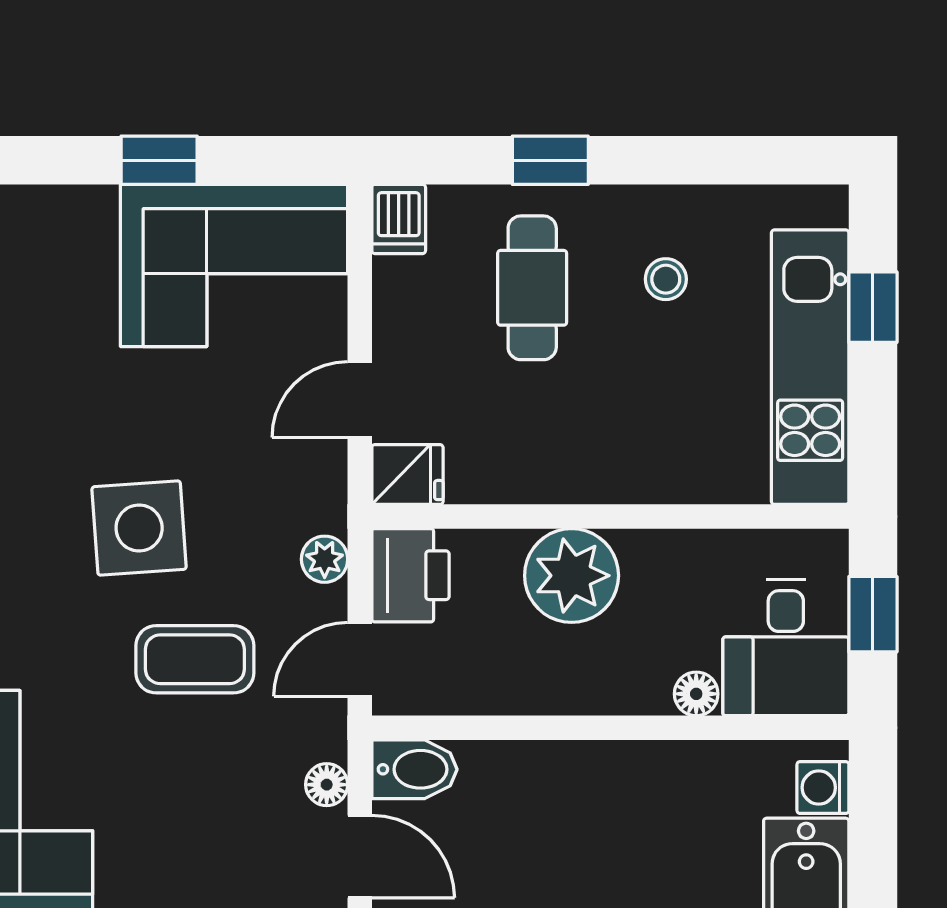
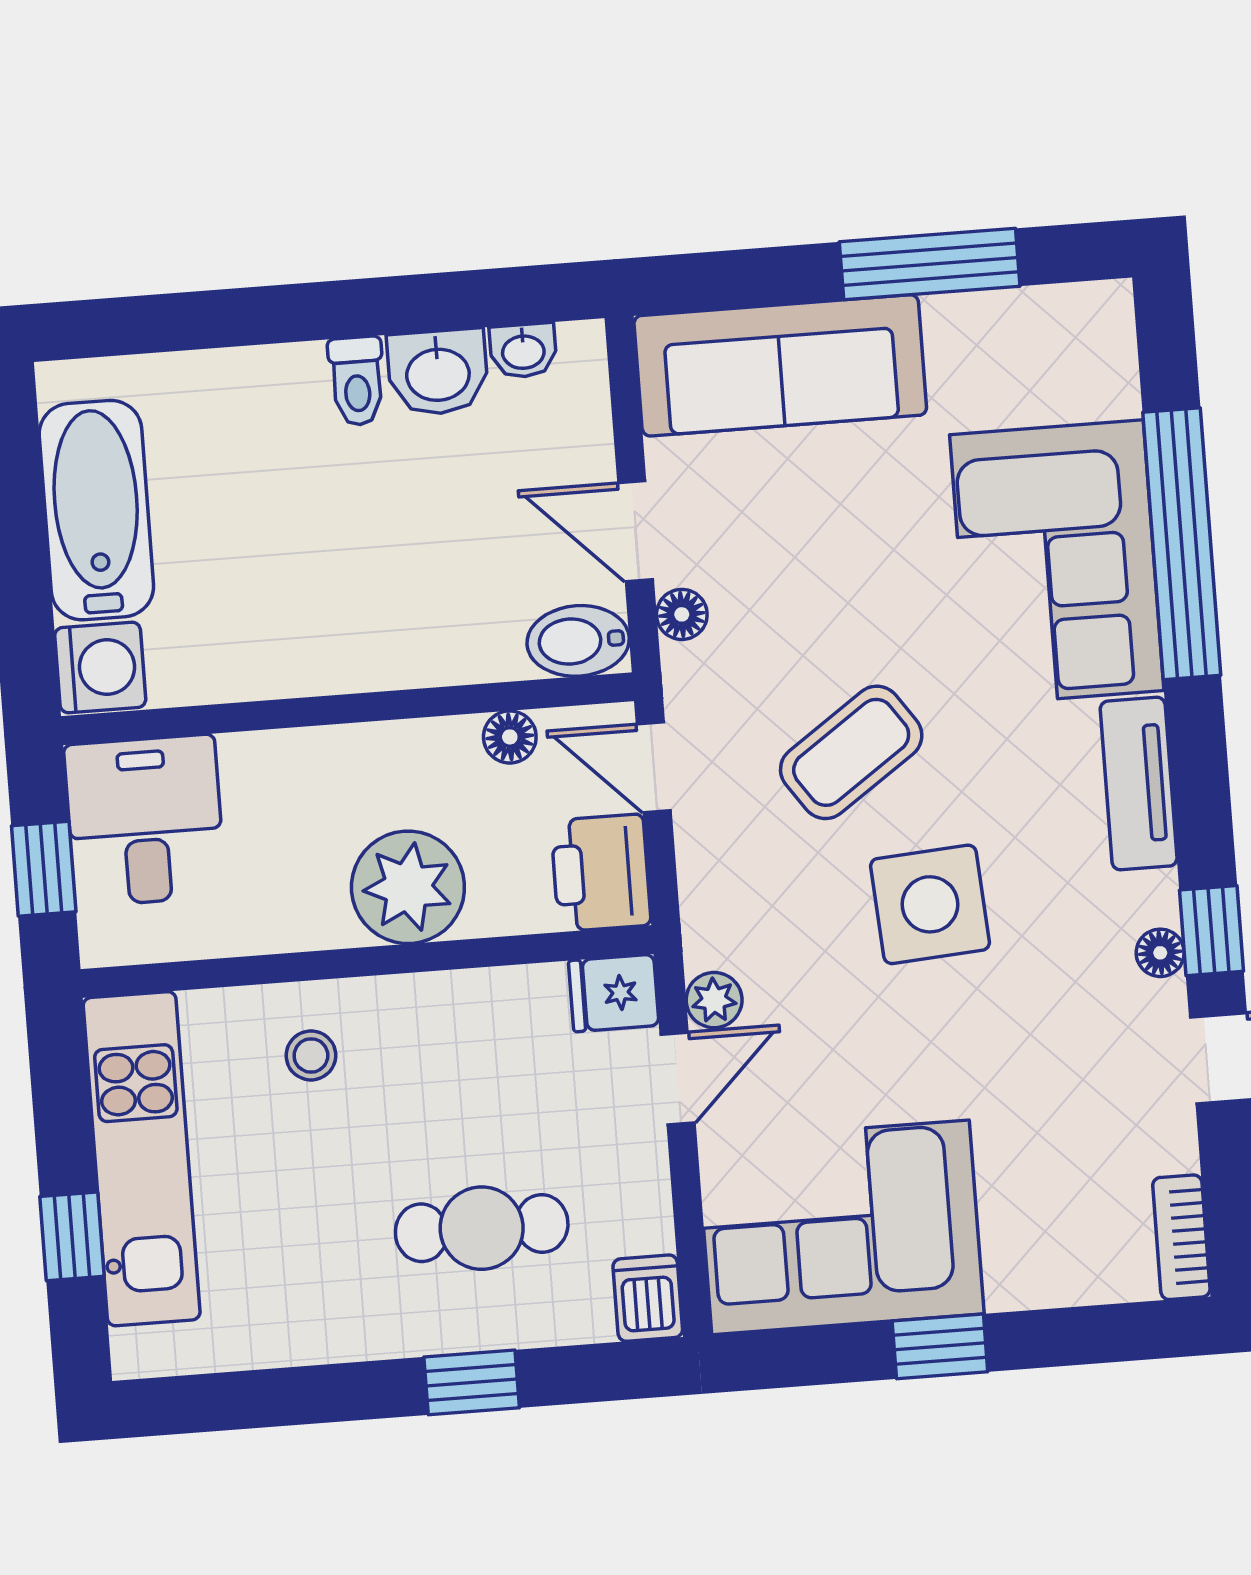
stool: (666, 279) -> (311, 1055), moved
cafe table: (532, 288) -> (482, 1228), turned 90
plant: (325, 559) -> (714, 1000), moved
coffee table: (195, 659) -> (851, 752), turned -35
door: (360, 659) -> (654, 767), swing flipped
floor lamp: (696, 694) -> (510, 737), moved
washing machine: (823, 788) -> (100, 668), width x1.38, depth x1.38

